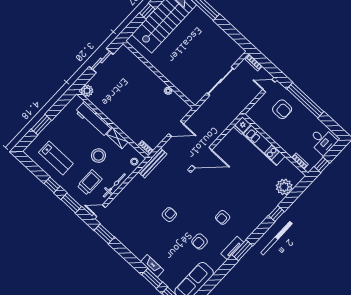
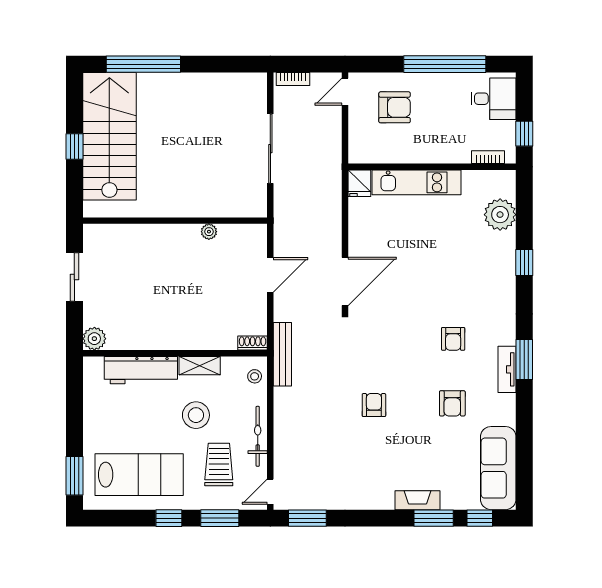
window: (305, 100) -> (445, 64), moved
window: (41, 125) -> (74, 476), moved
lab bench: (56, 158) -> (139, 475), width x1.36, depth x1.39

